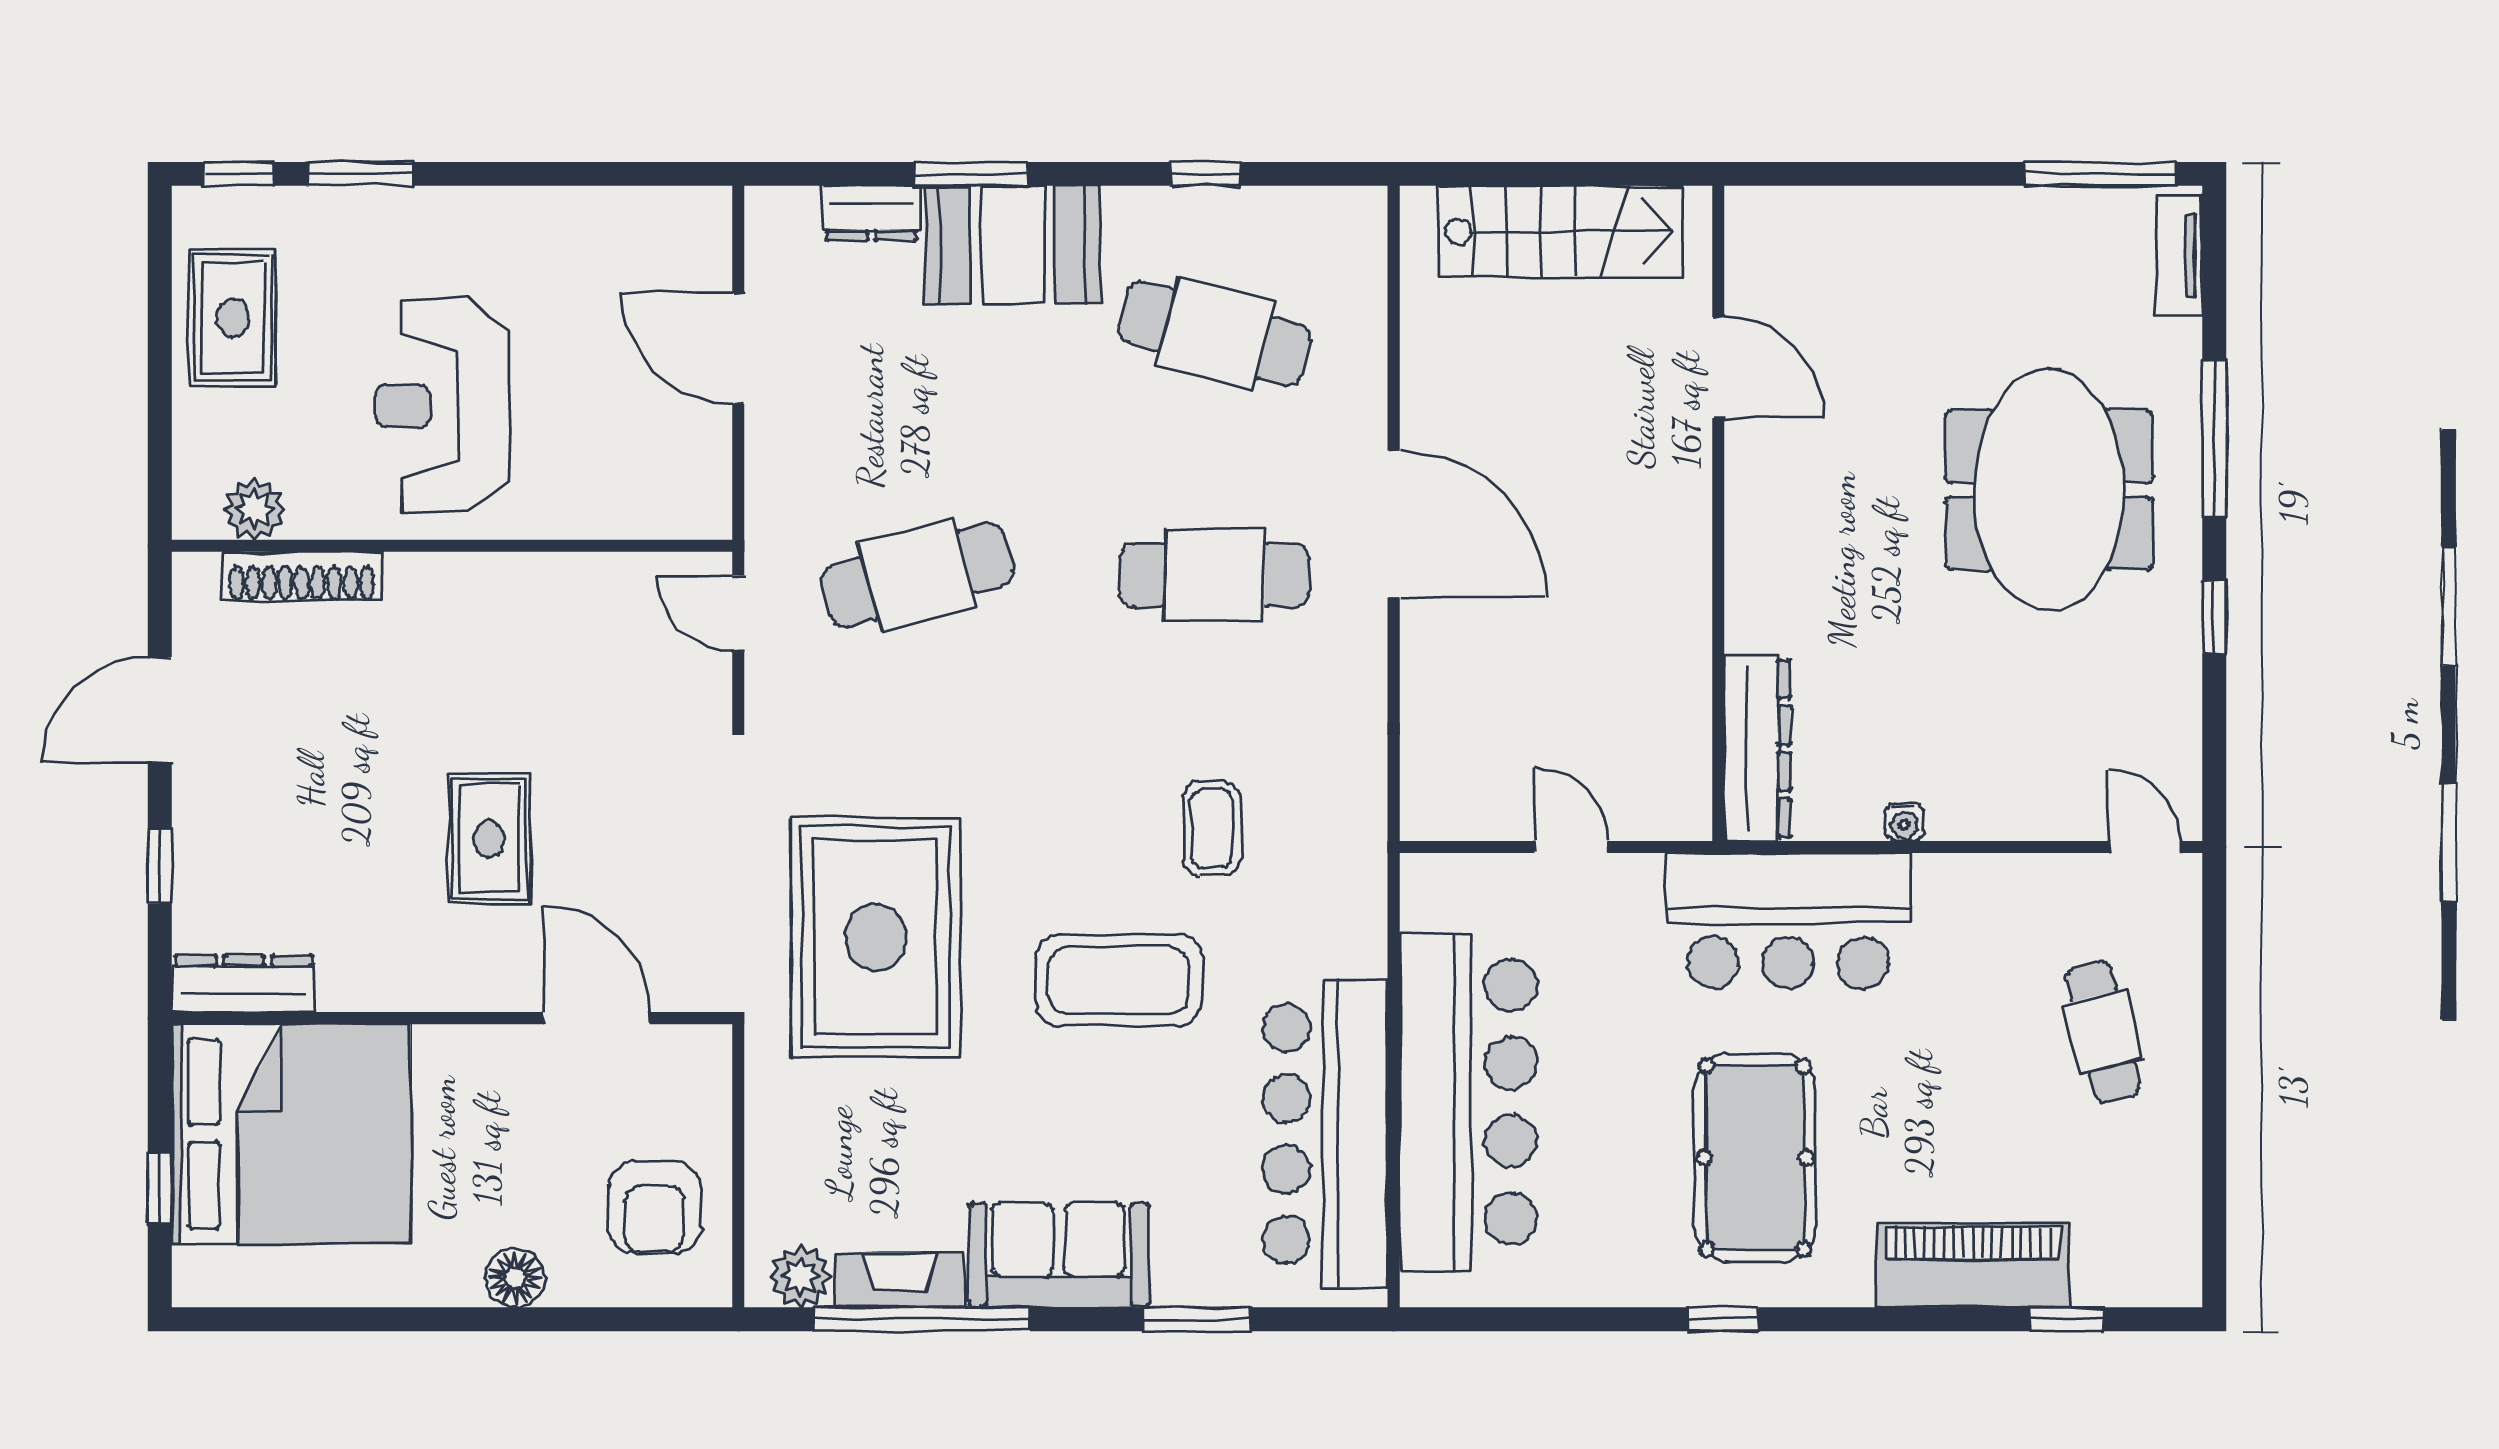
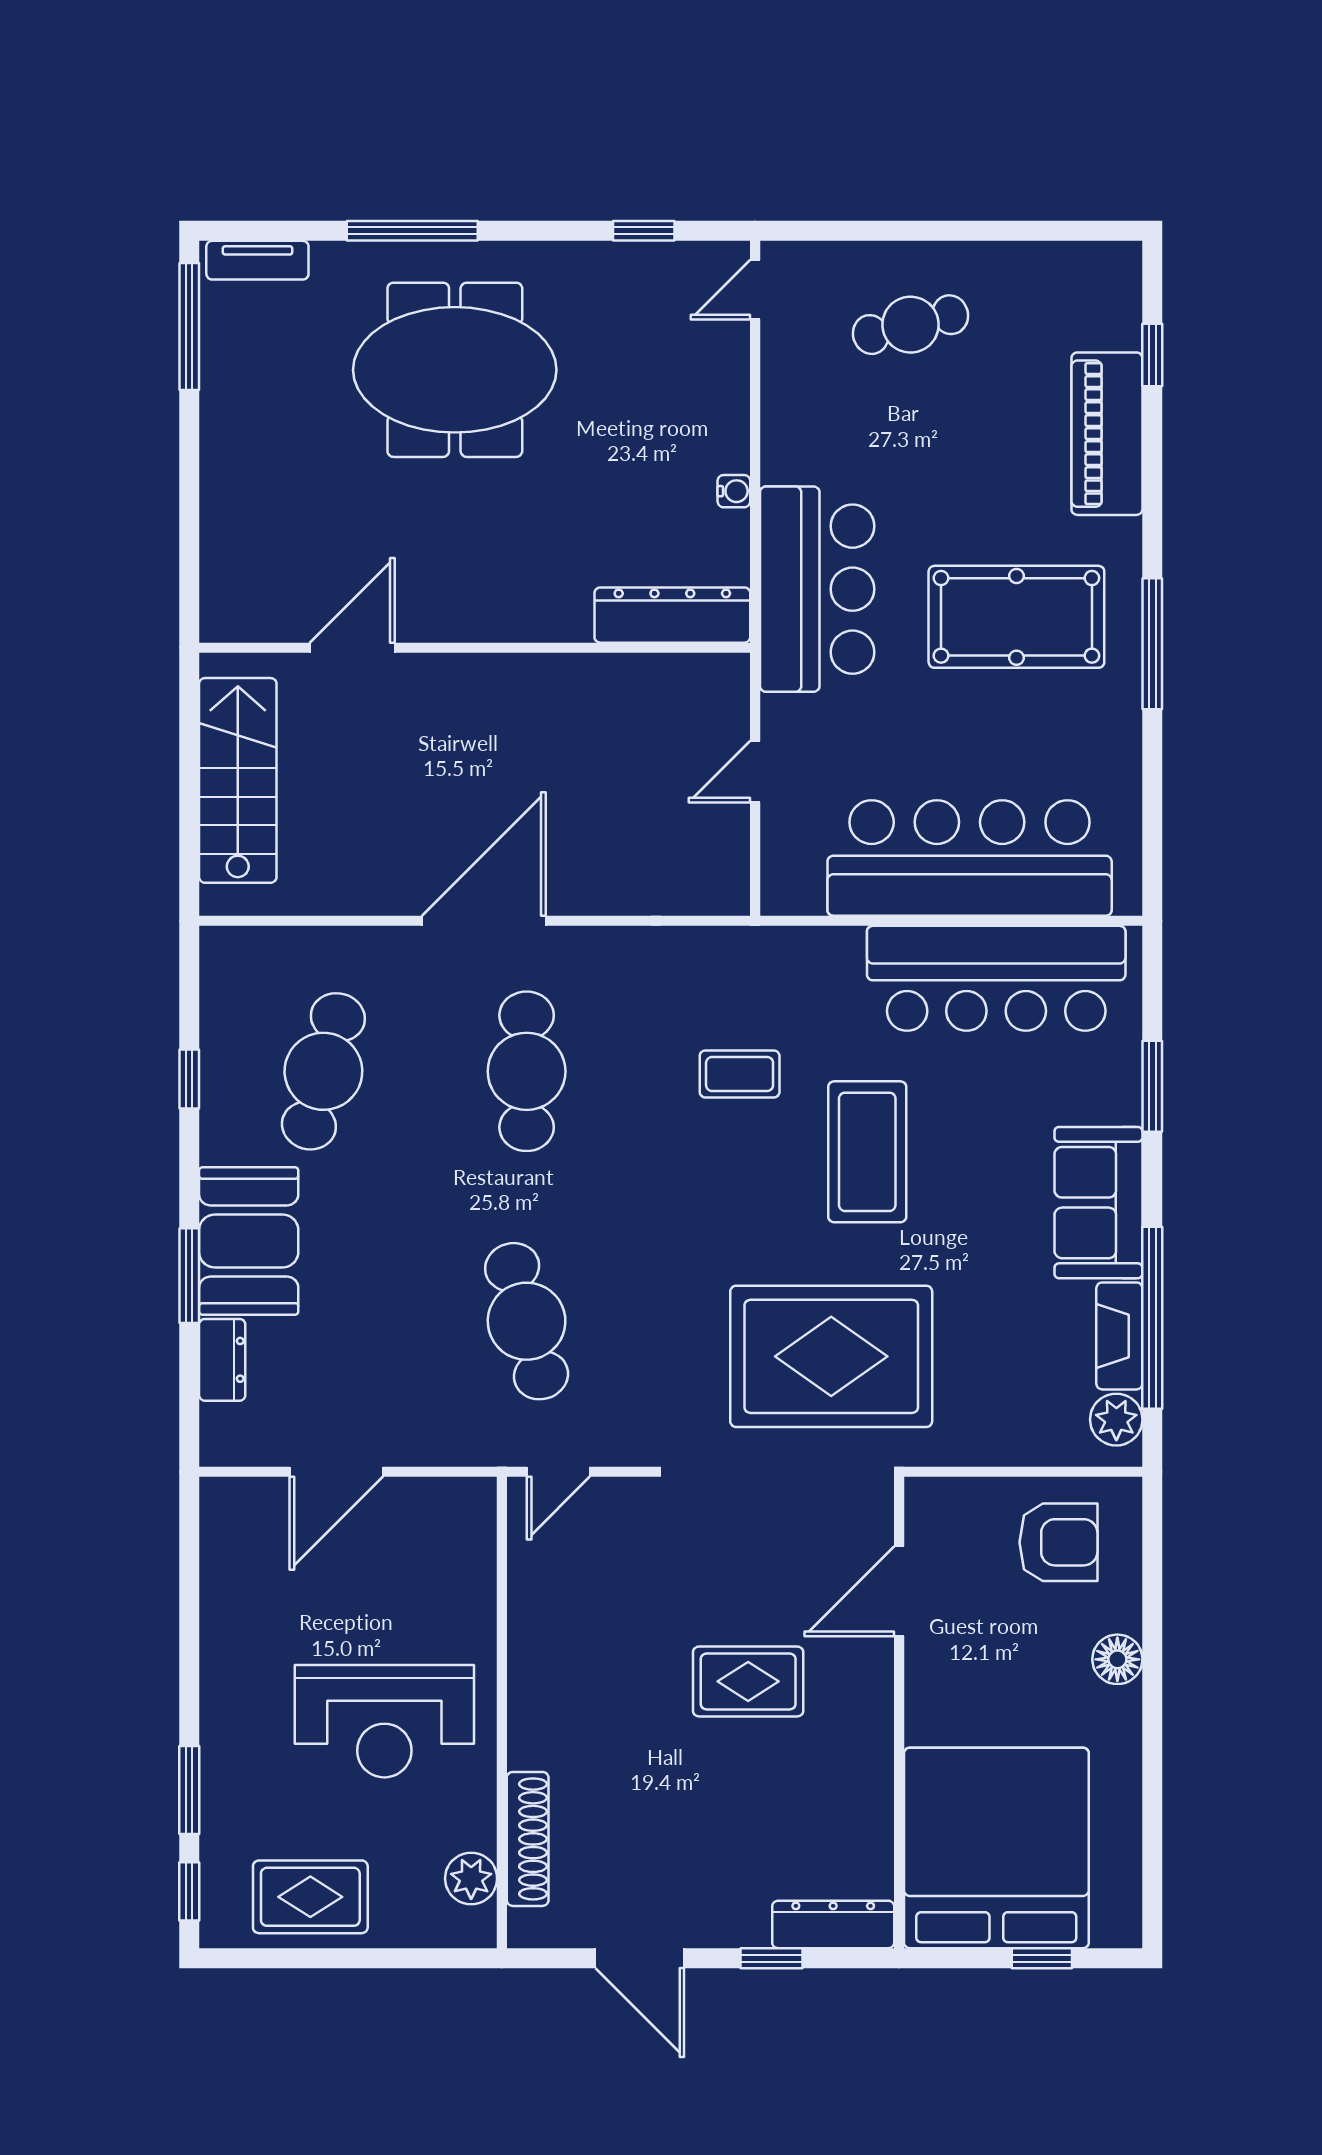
window: (2214, 617) -> (644, 231), moved
dresser: (244, 984) -> (833, 1924), moved, turned 90
window: (1723, 1319) -> (1152, 644), width x2.17

